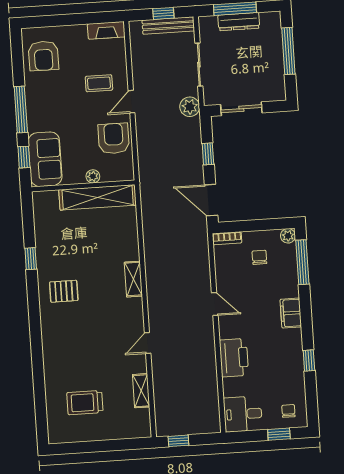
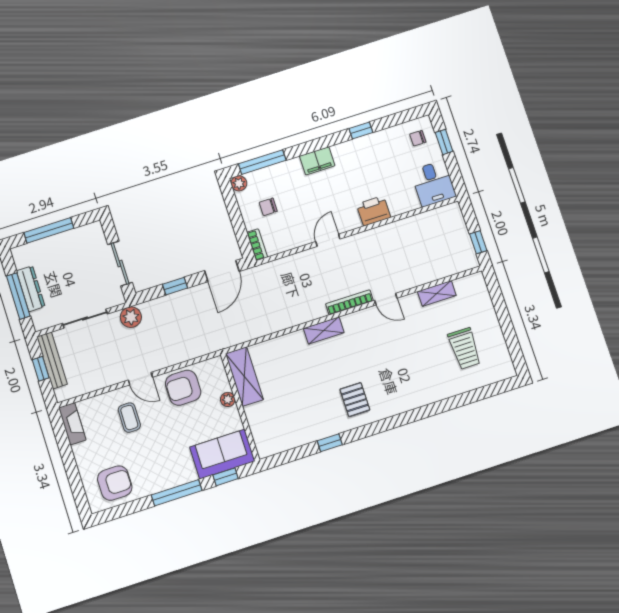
shelving: (98, 197) -> (244, 377), width x0.68
bookcase: (153, 309) -> (349, 302), added
printer: (234, 358) -> (374, 211), width x0.73, depth x0.84

